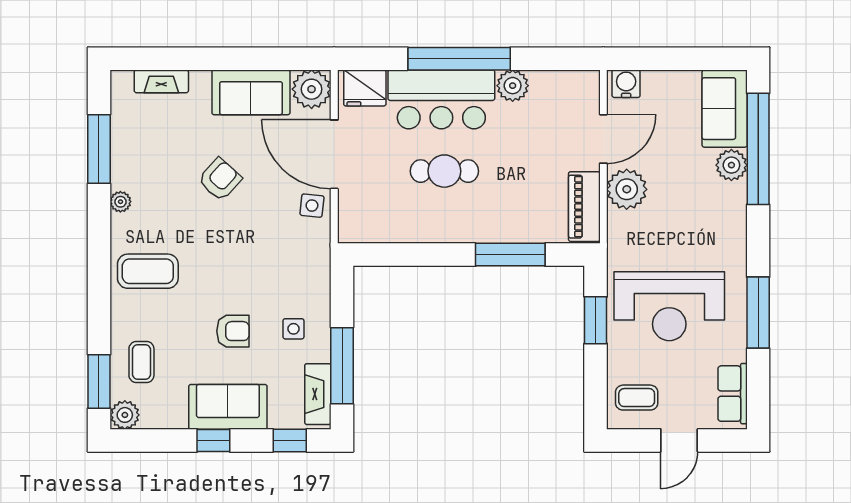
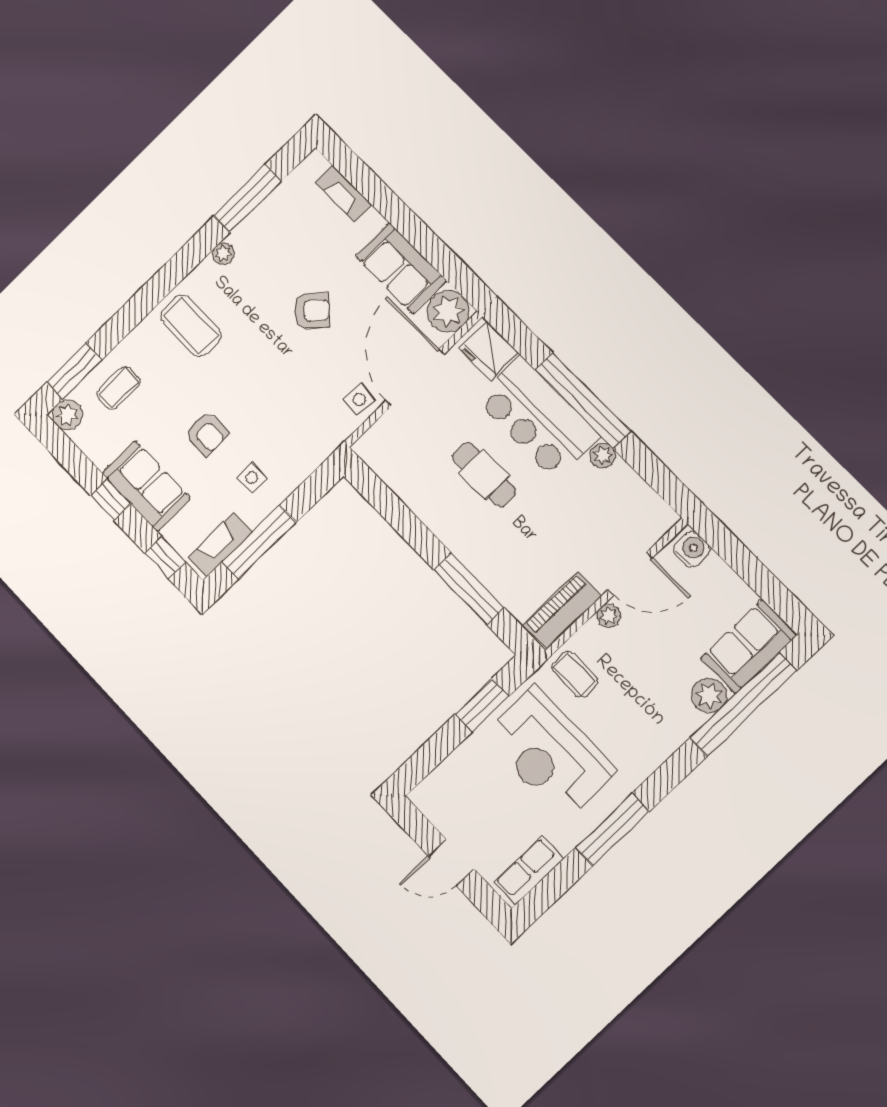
plant: (513, 86) -> (603, 456), width x0.73, depth x0.73
plant: (627, 189) -> (609, 616), width x0.53, depth x0.53
coffee table: (637, 398) -> (575, 674), moved

